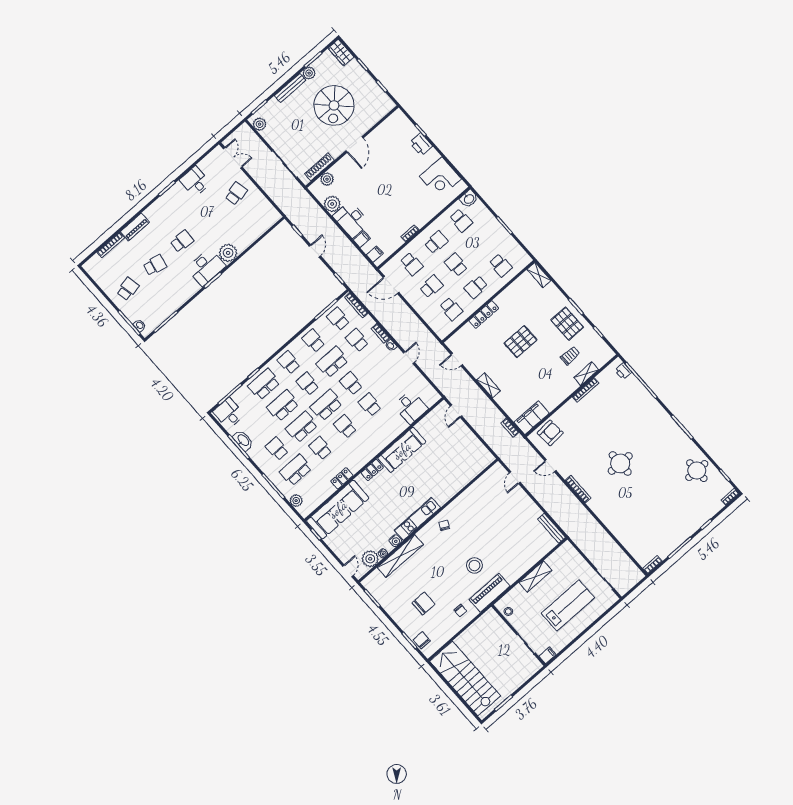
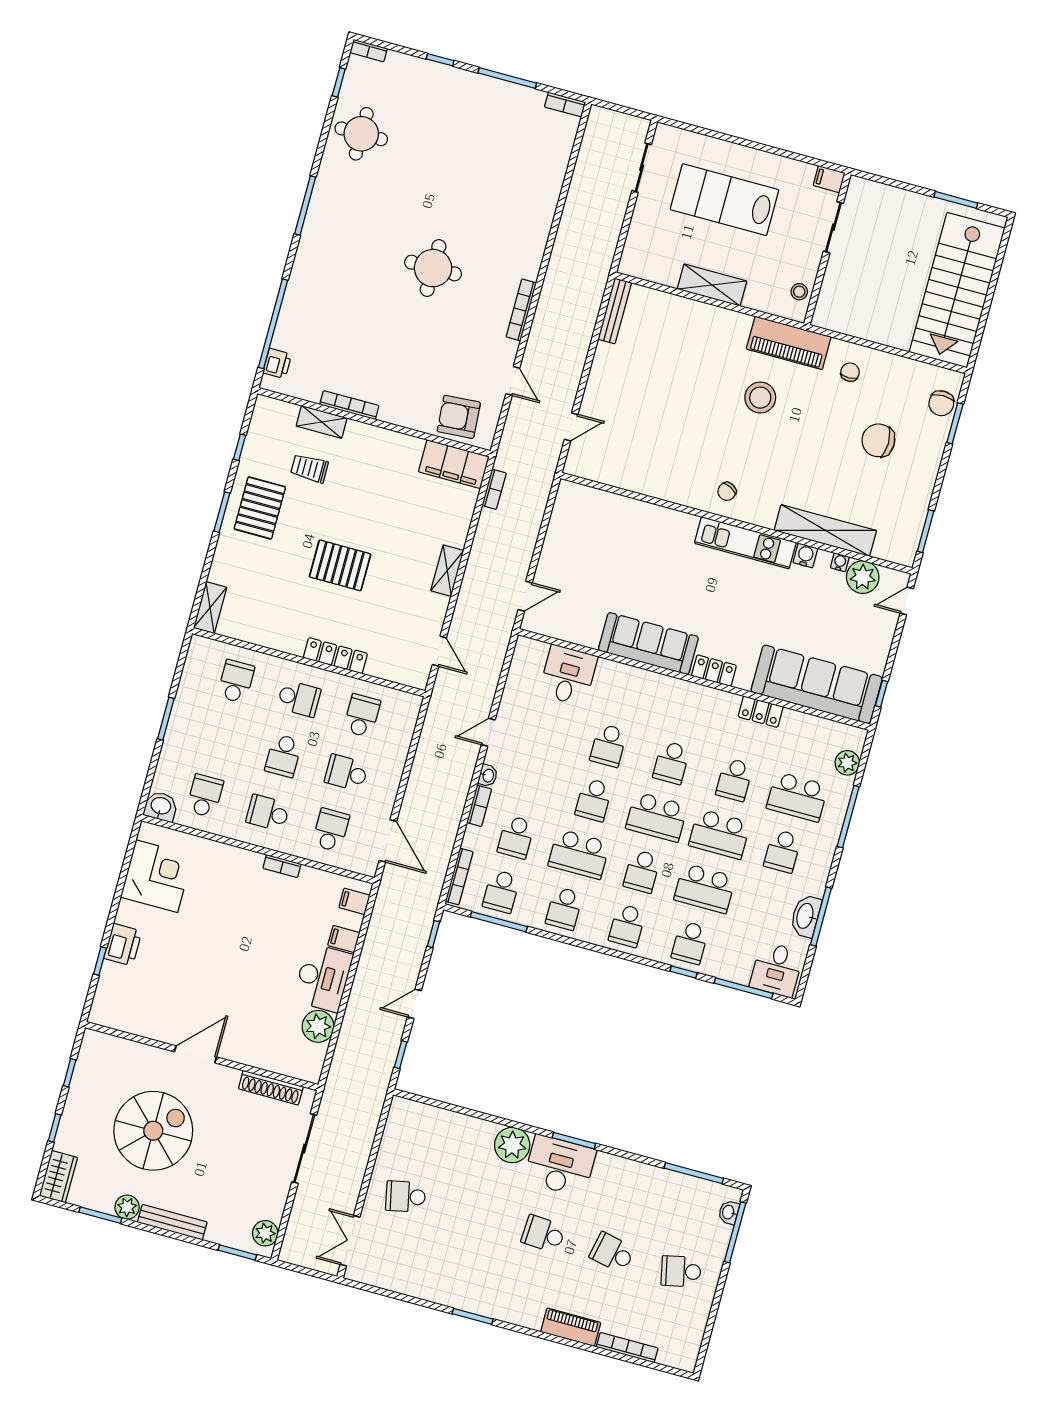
plant: (327, 179) -> (283, 1062), removed
desk: (195, 181) -> (430, 1277), removed
school desk: (264, 384) -> (690, 943), width x0.54

